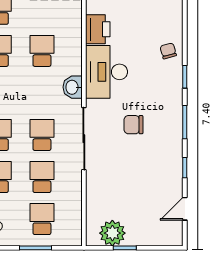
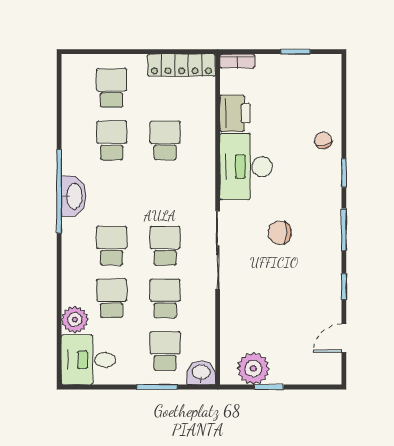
washbasin: (73, 87) -> (201, 373), moved, turned 90

